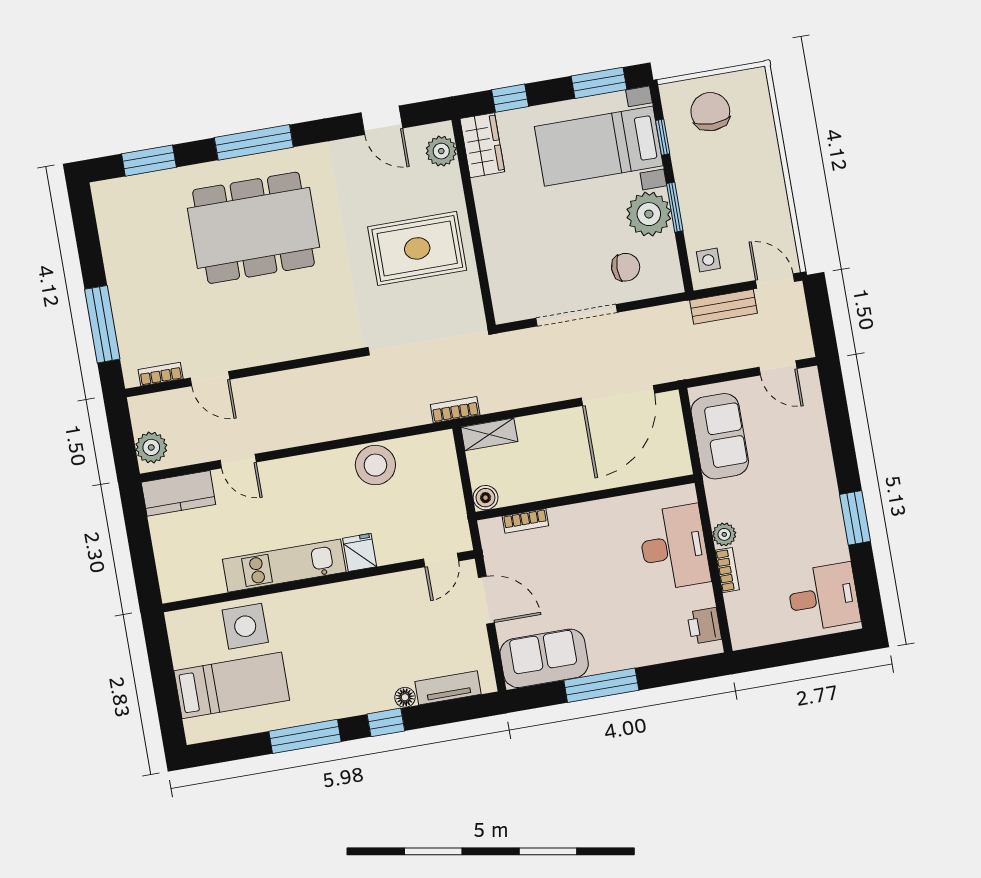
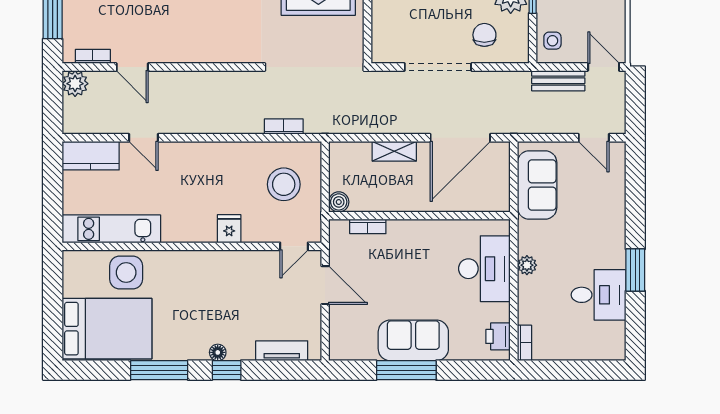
chair: (626, 267) -> (484, 35), turned -90
bookcase: (455, 410) -> (284, 127), moved
shelving: (489, 434) -> (394, 151), moved
plant: (151, 447) -> (75, 84), moved
stool: (375, 465) -> (284, 184), moved
kitchen unit: (284, 566) -> (111, 229), moved
bookcase: (727, 570) -> (524, 343), moved
desk: (823, 597) -> (599, 295), moved
sofa: (544, 658) -> (413, 340), moved
bed: (232, 685) -> (107, 329), width x1.50
floor lamp: (405, 697) -> (218, 352), moved

